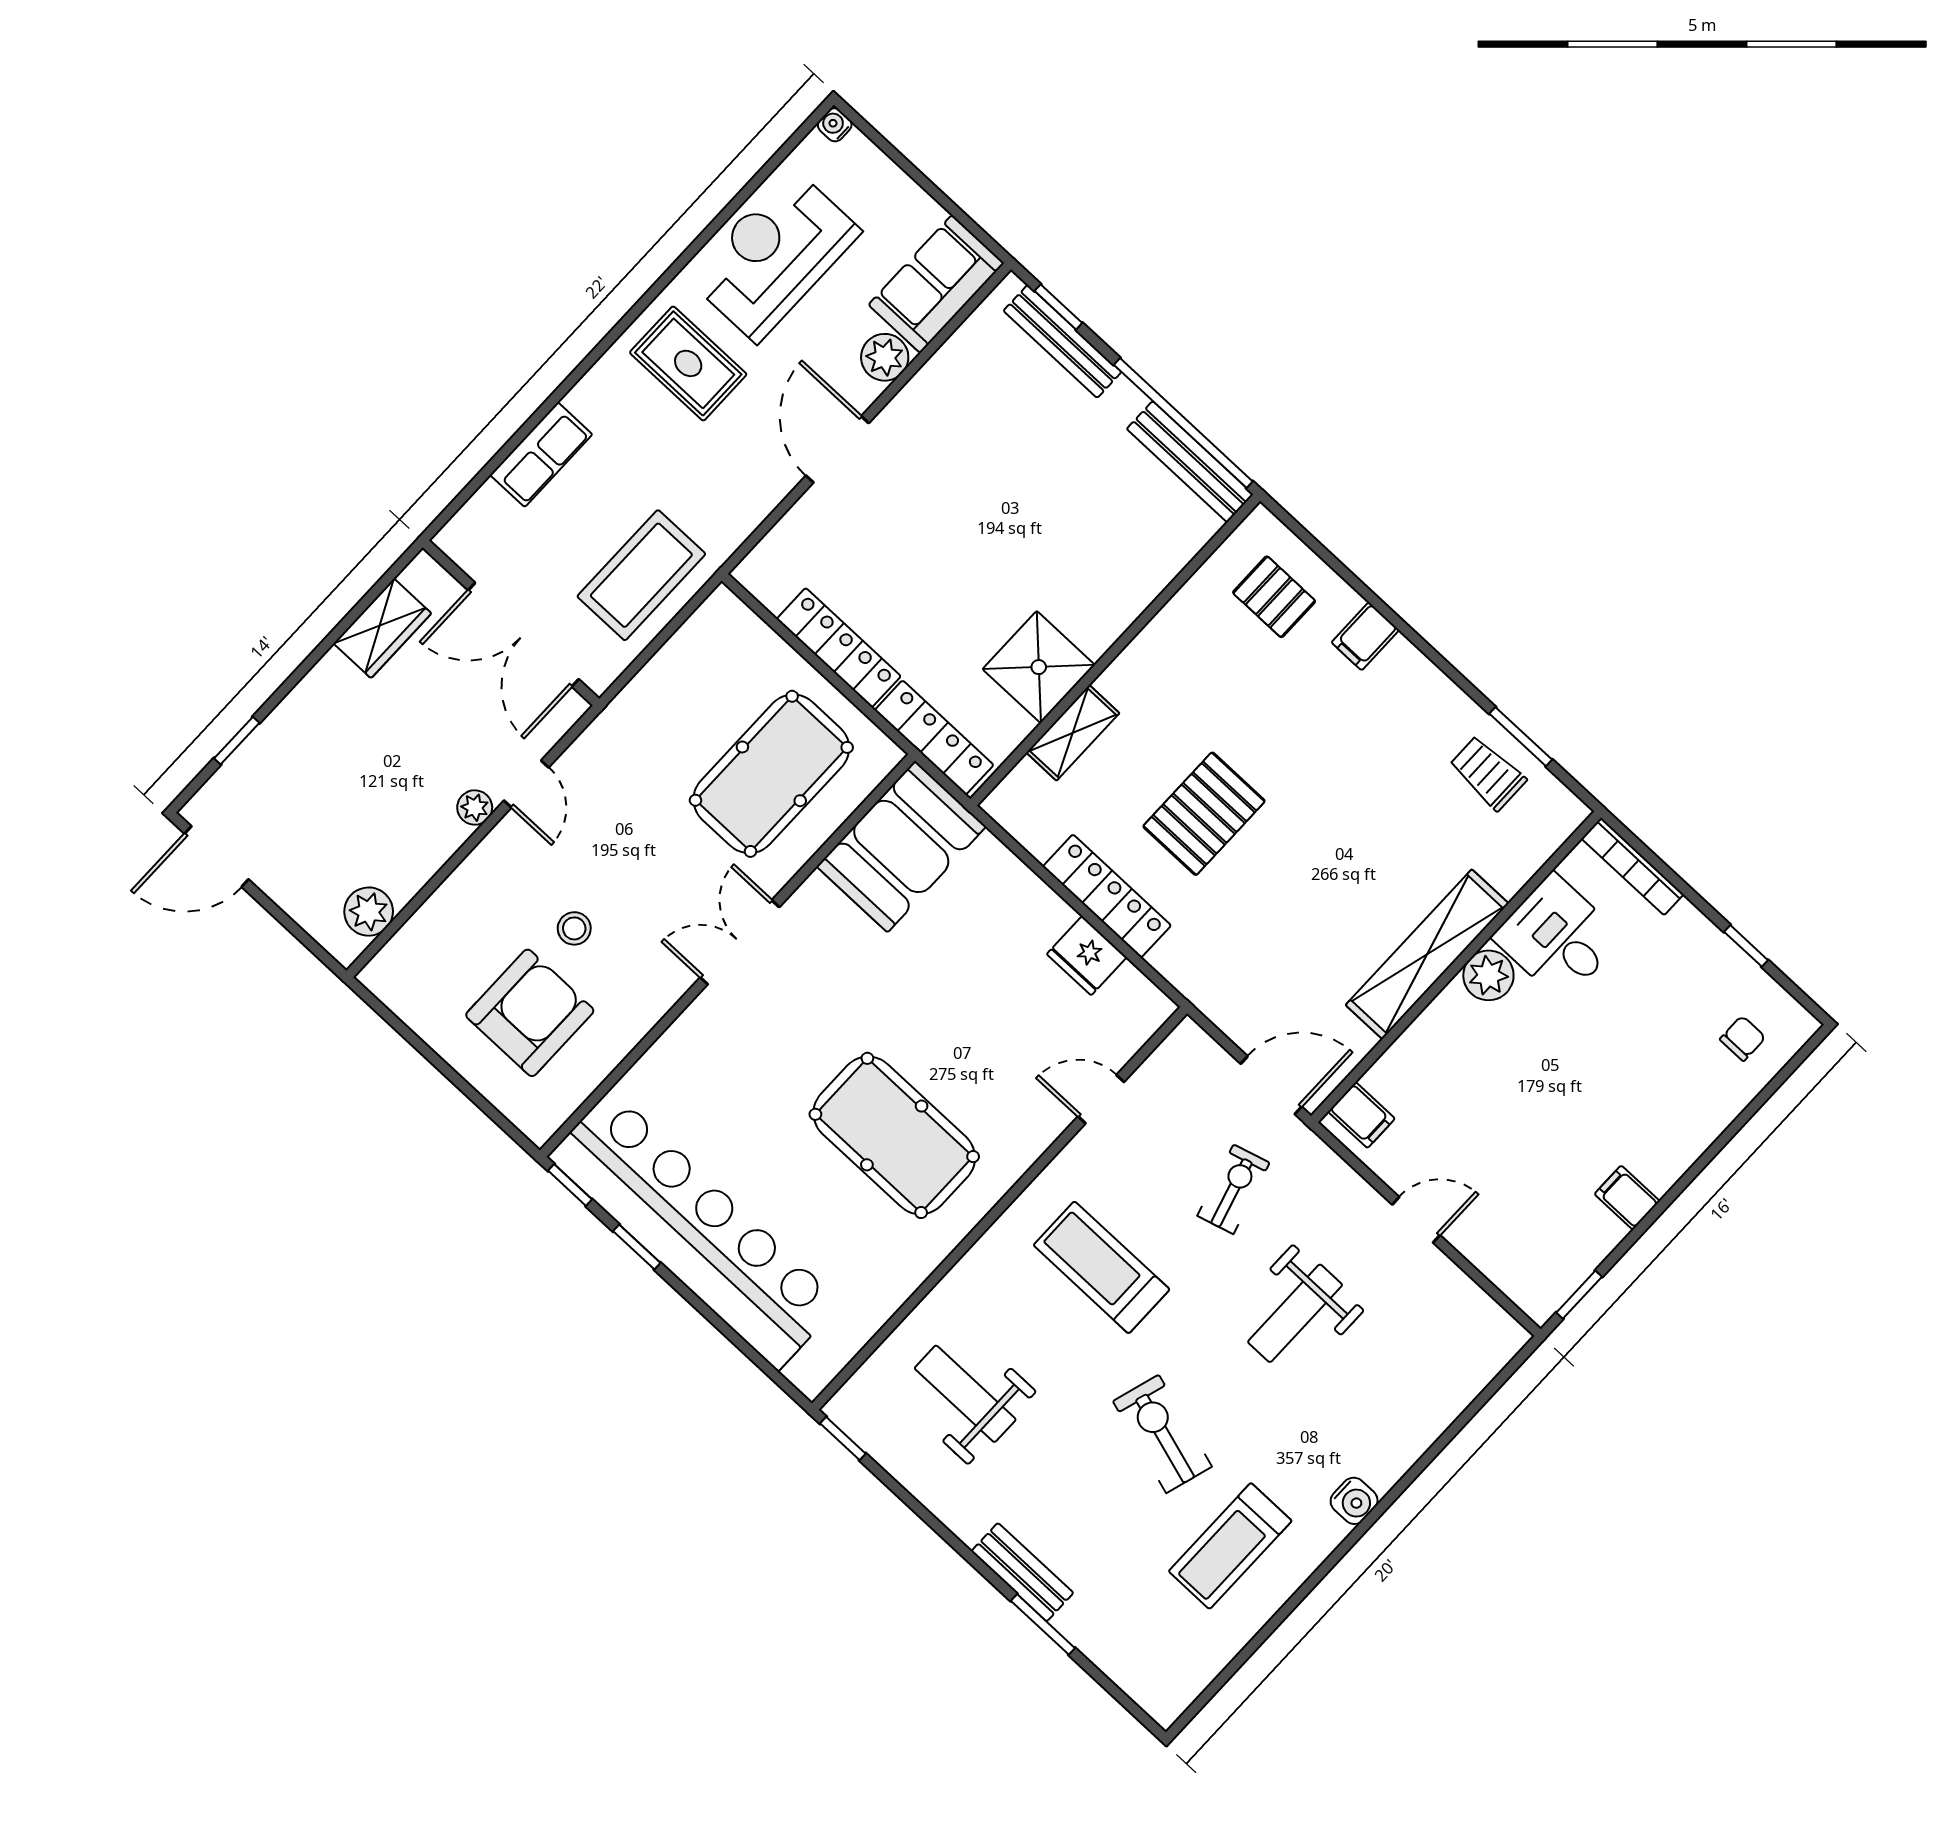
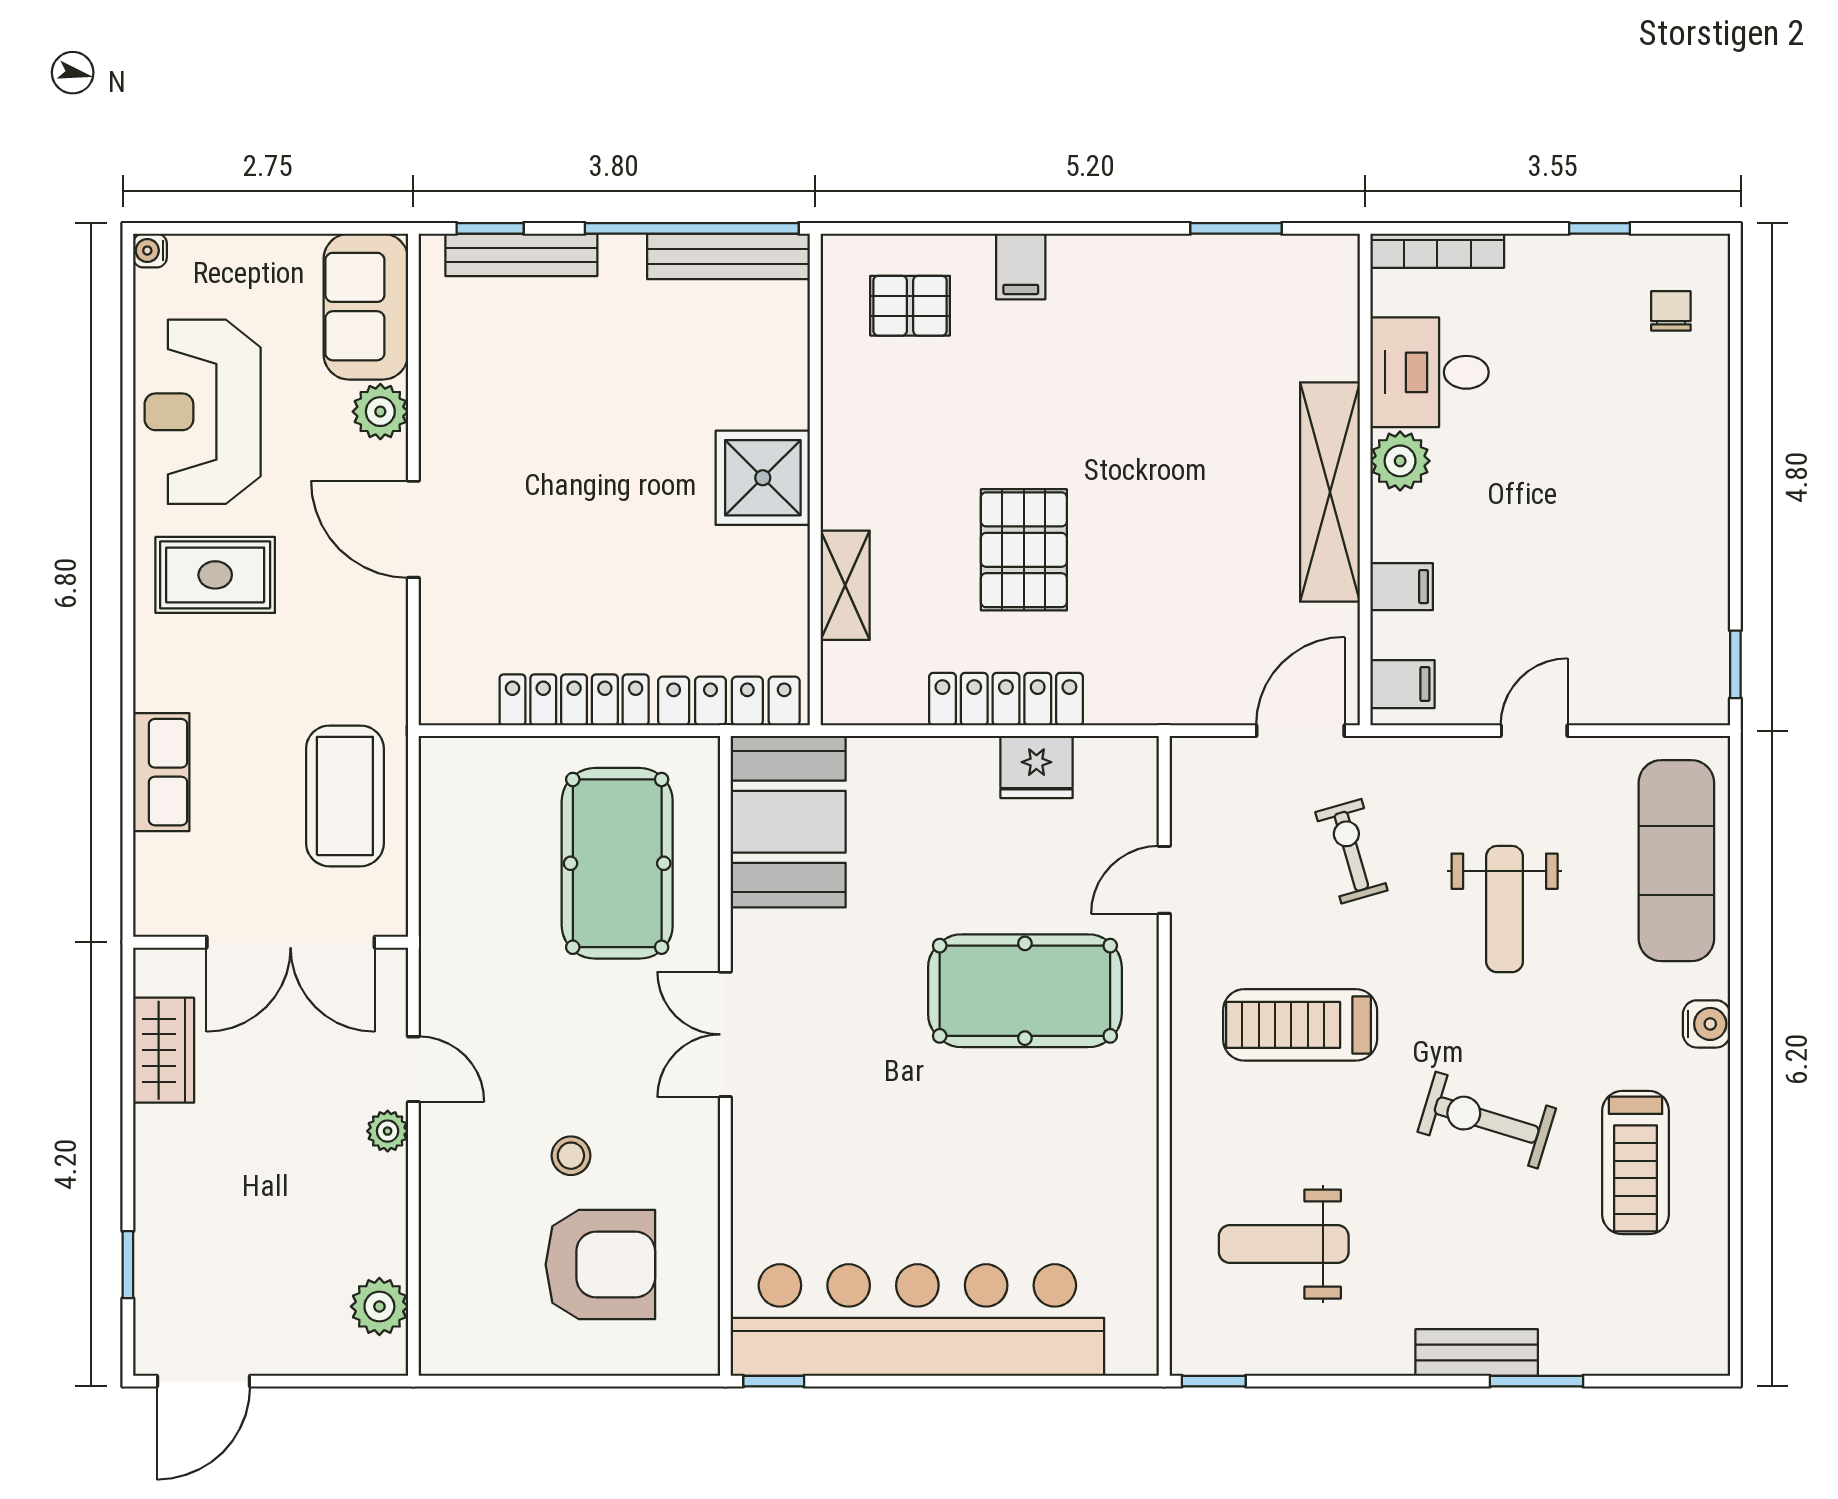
shower: (1039, 667) -> (763, 478), moved
trolley: (1488, 773) -> (1237, 286), removed
armchair: (530, 1013) -> (600, 1265), turned 90
pool table: (894, 1135) -> (1025, 991), moved
filing cabinet: (1627, 1198) -> (1402, 587), moved, turned 180
window: (637, 1247) -> (881, 1381), removed
exercise mat: (1429, 1382) -> (1676, 861), added

